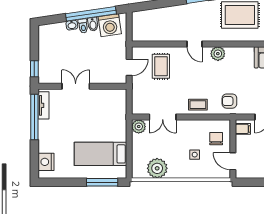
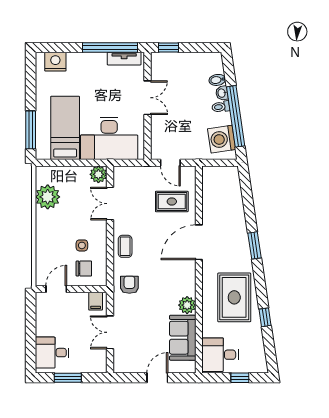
bidet: (93, 24) -> (217, 80), moved
door: (195, 44) -> (199, 242), width x1.87
plant: (218, 54) -> (187, 305), moved
desk: (109, 118) -> (109, 138), added
side table: (195, 155) -> (82, 245), moved

